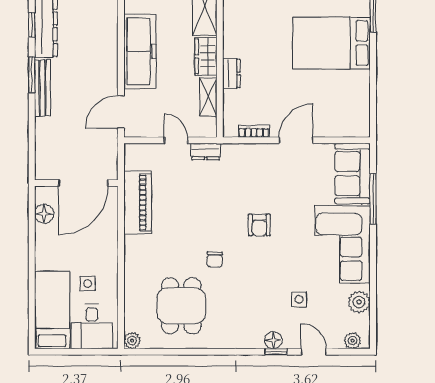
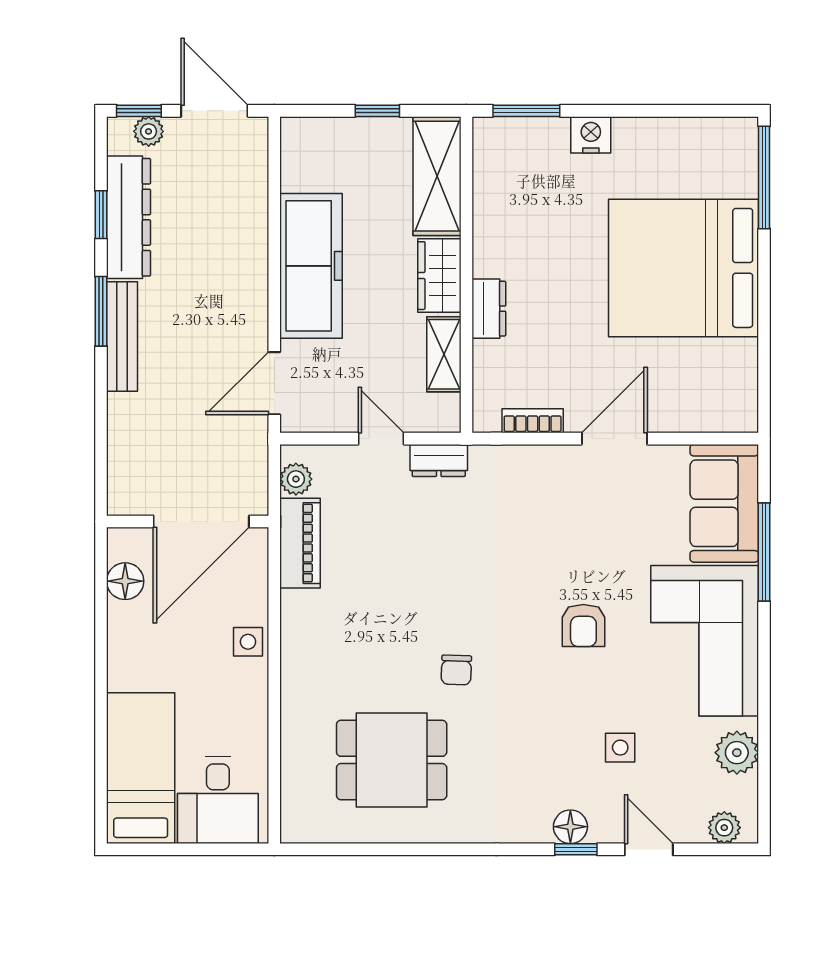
bed: (332, 43) -> (684, 268), width x1.36
piano: (138, 203) -> (300, 543), width x0.73, depth x0.75
armchair: (259, 225) -> (583, 625), moved
side table: (88, 283) -> (248, 642), moved
dining table: (181, 306) -> (392, 760), turned 90
plant: (132, 341) -> (296, 479), moved

